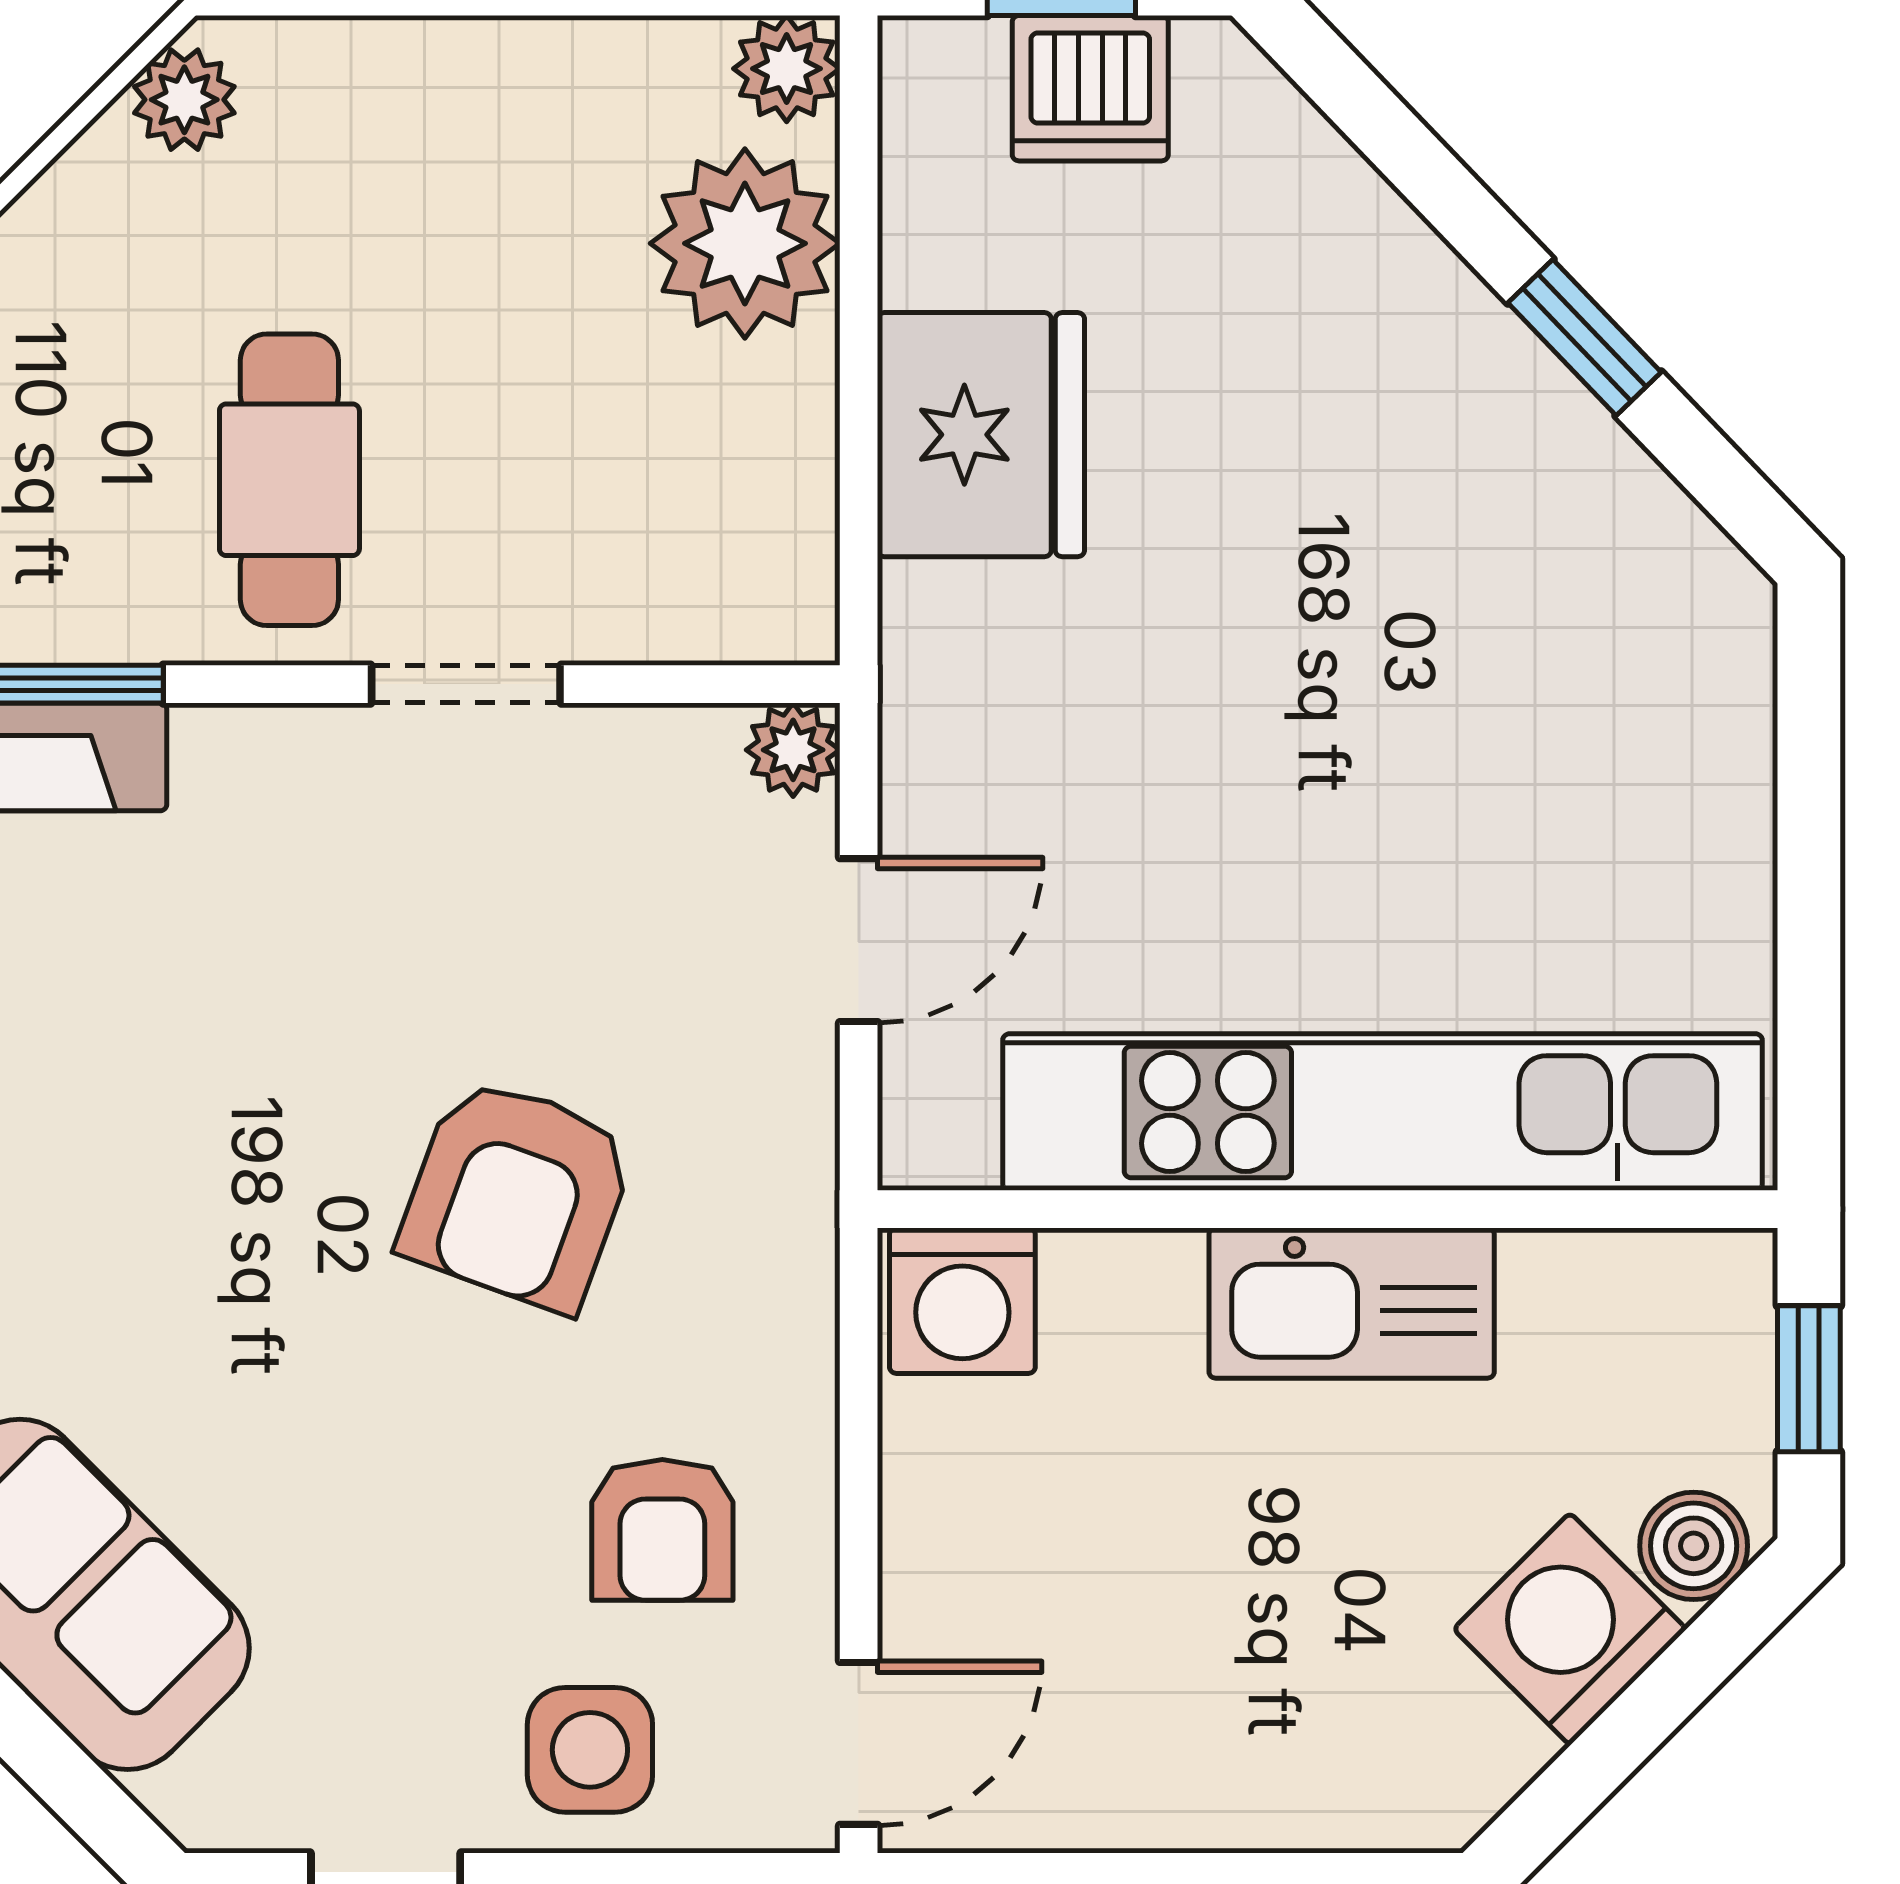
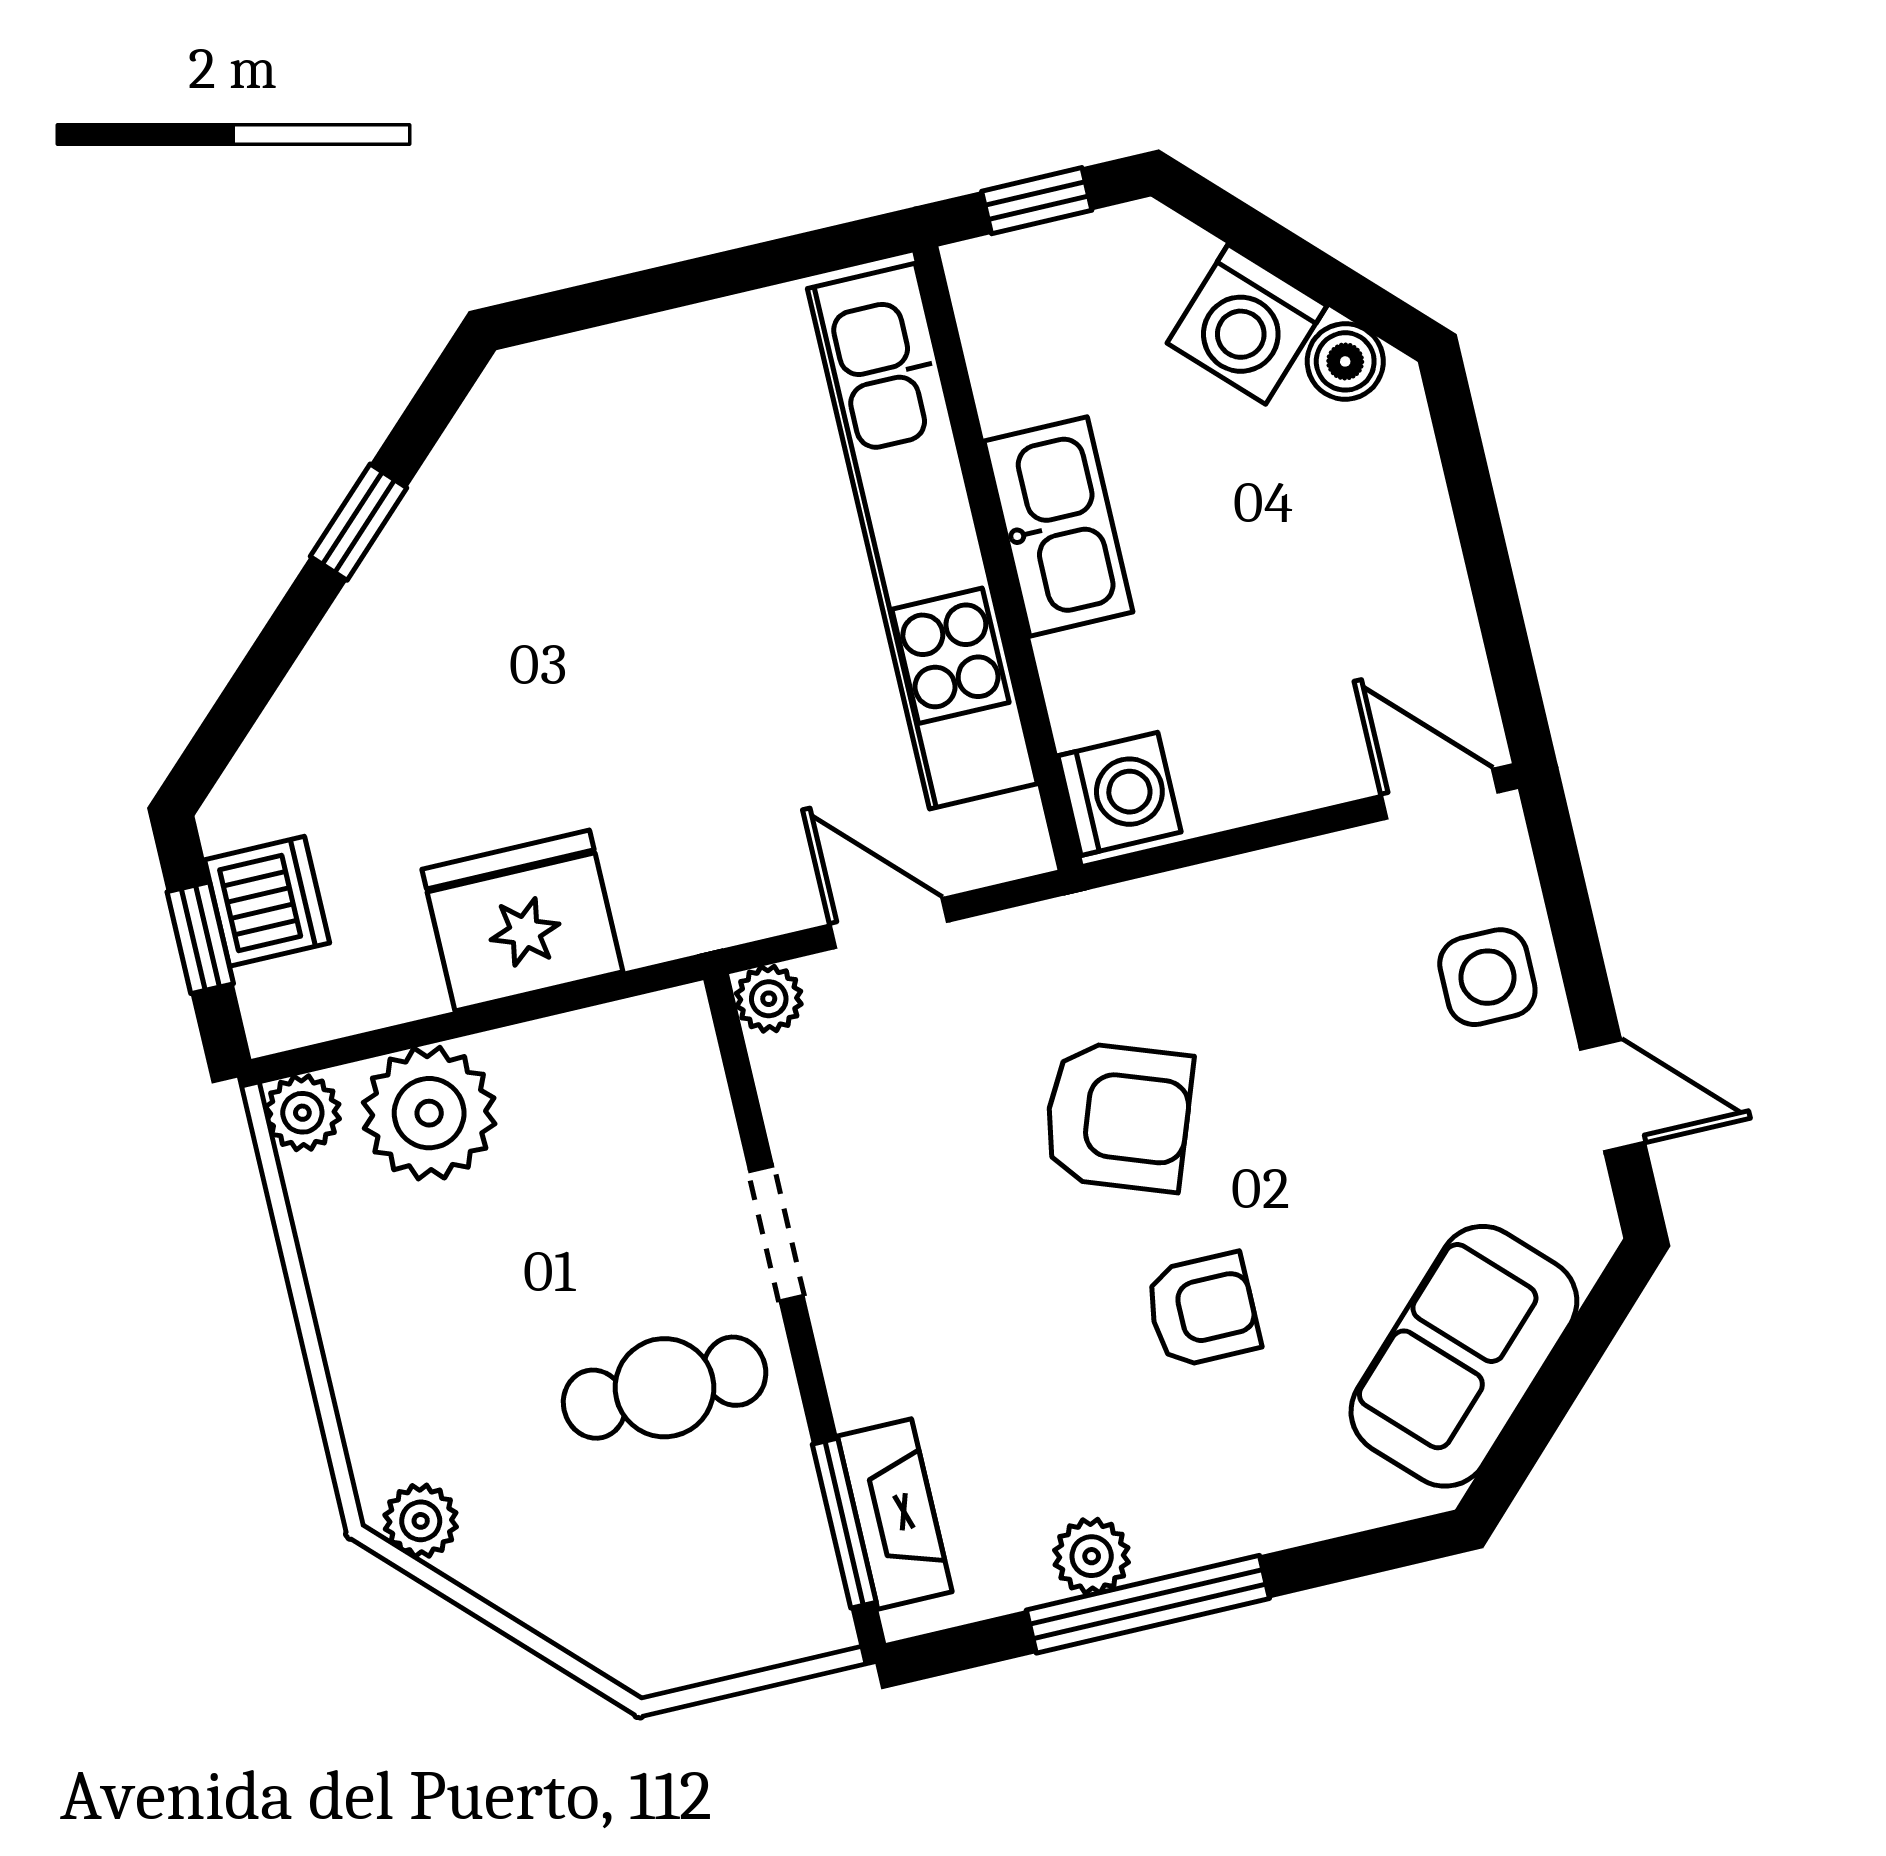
armchair: (662, 1530) -> (1202, 1310), moved
boiler: (1694, 1546) -> (1345, 361), moved

